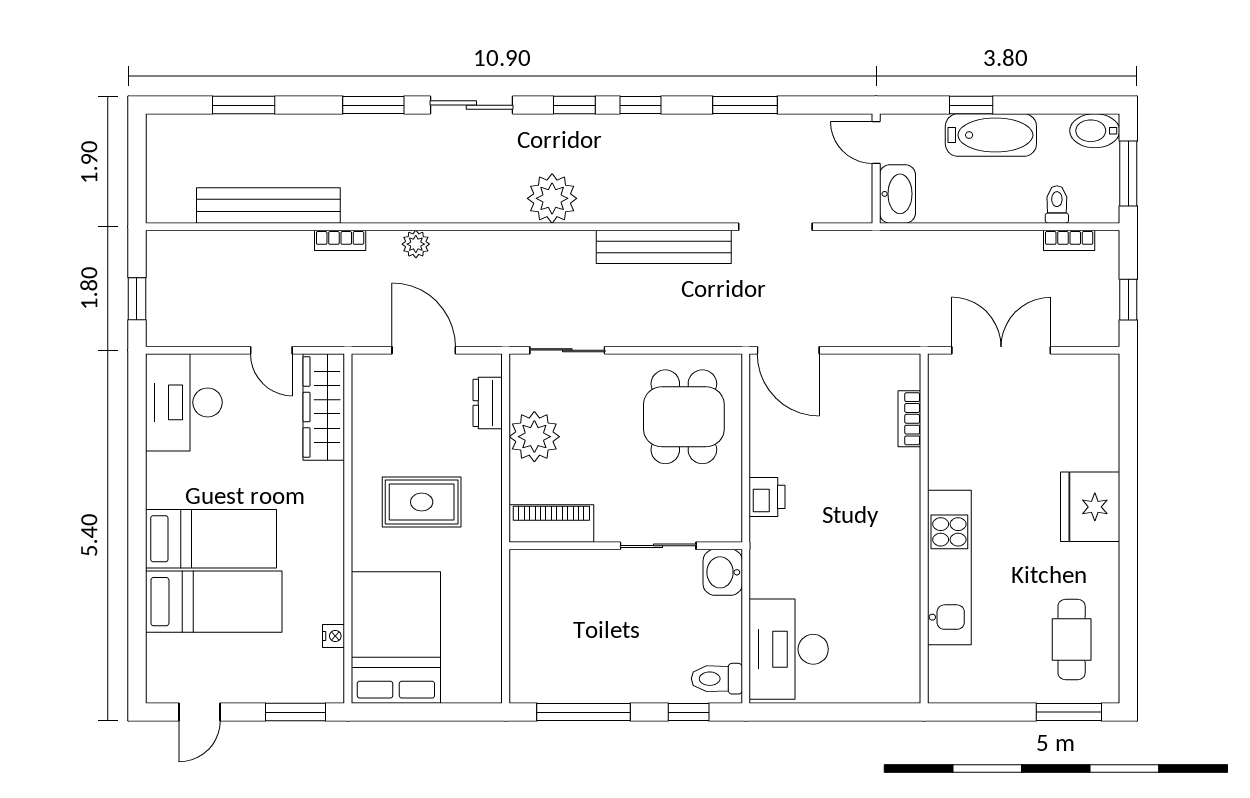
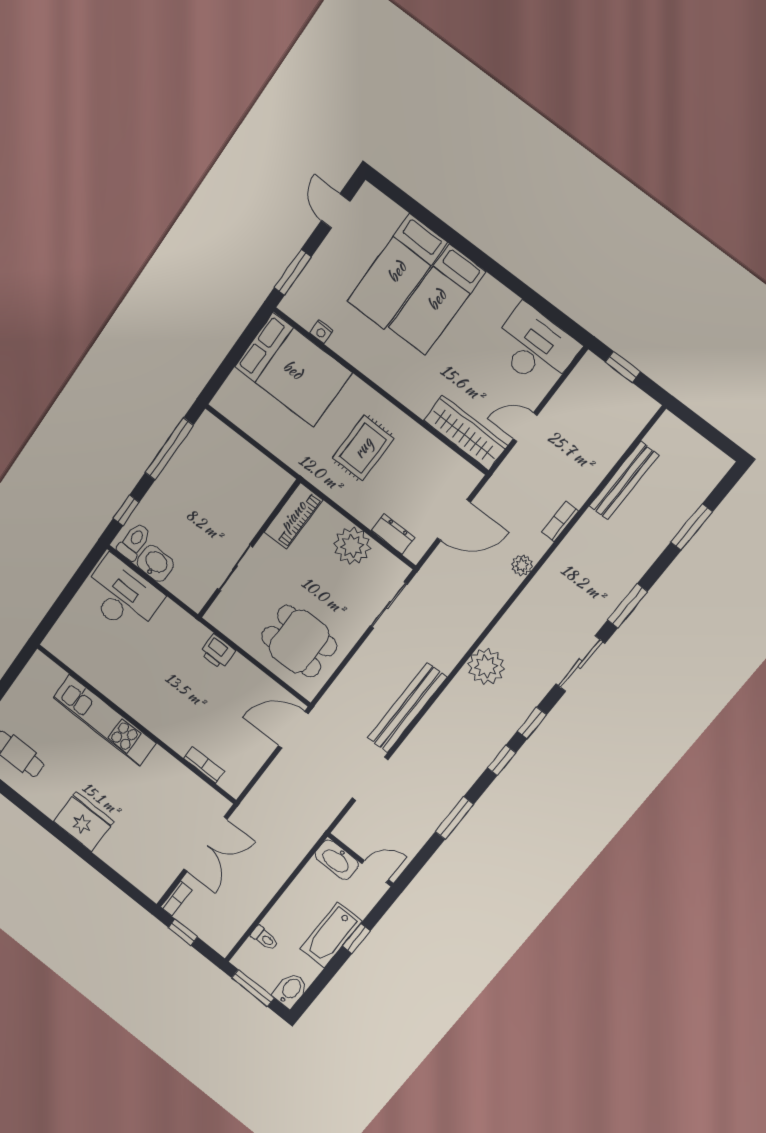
bench: (268, 205) -> (624, 481), width x0.73, depth x0.82
bookcase: (1069, 240) -> (176, 898), moved, turned 180
washbasin: (723, 572) -> (155, 564), moved

